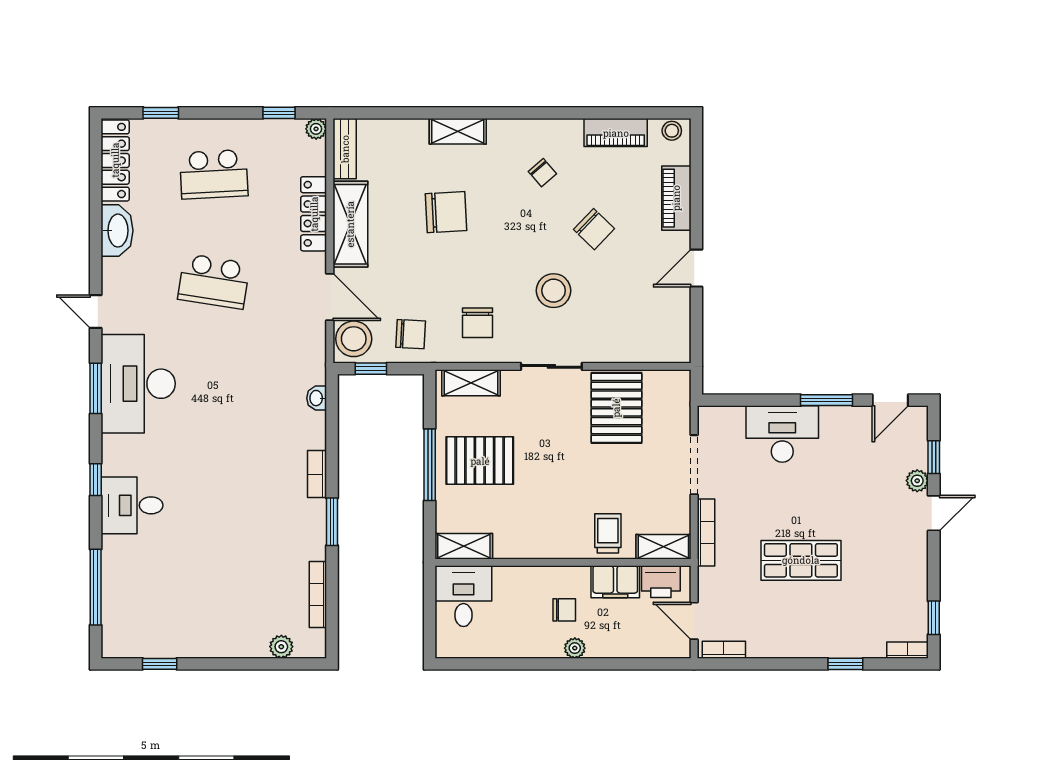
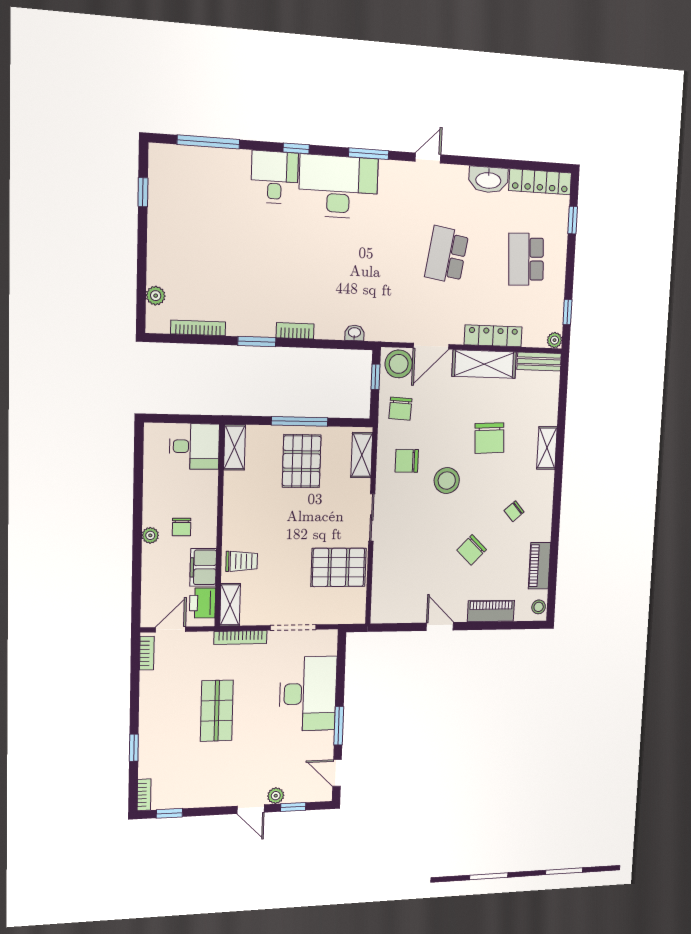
stool: (554, 291) -> (447, 481), moved
desk: (138, 384) -> (338, 187), moved
desk: (782, 434) -> (308, 694), width x1.36, depth x1.30

